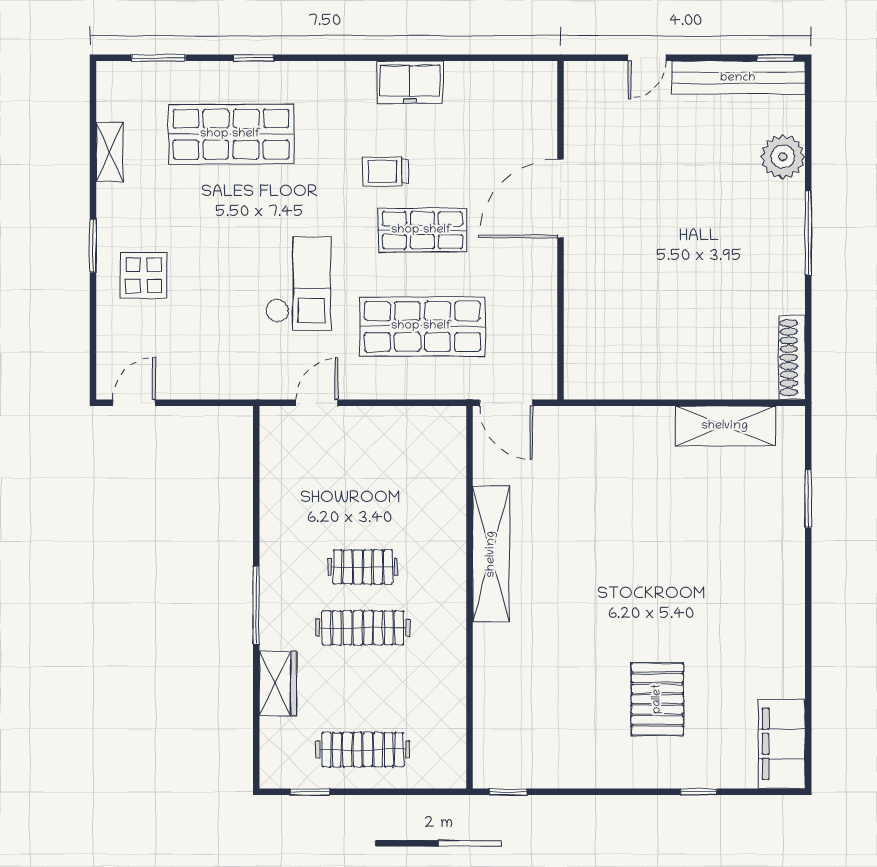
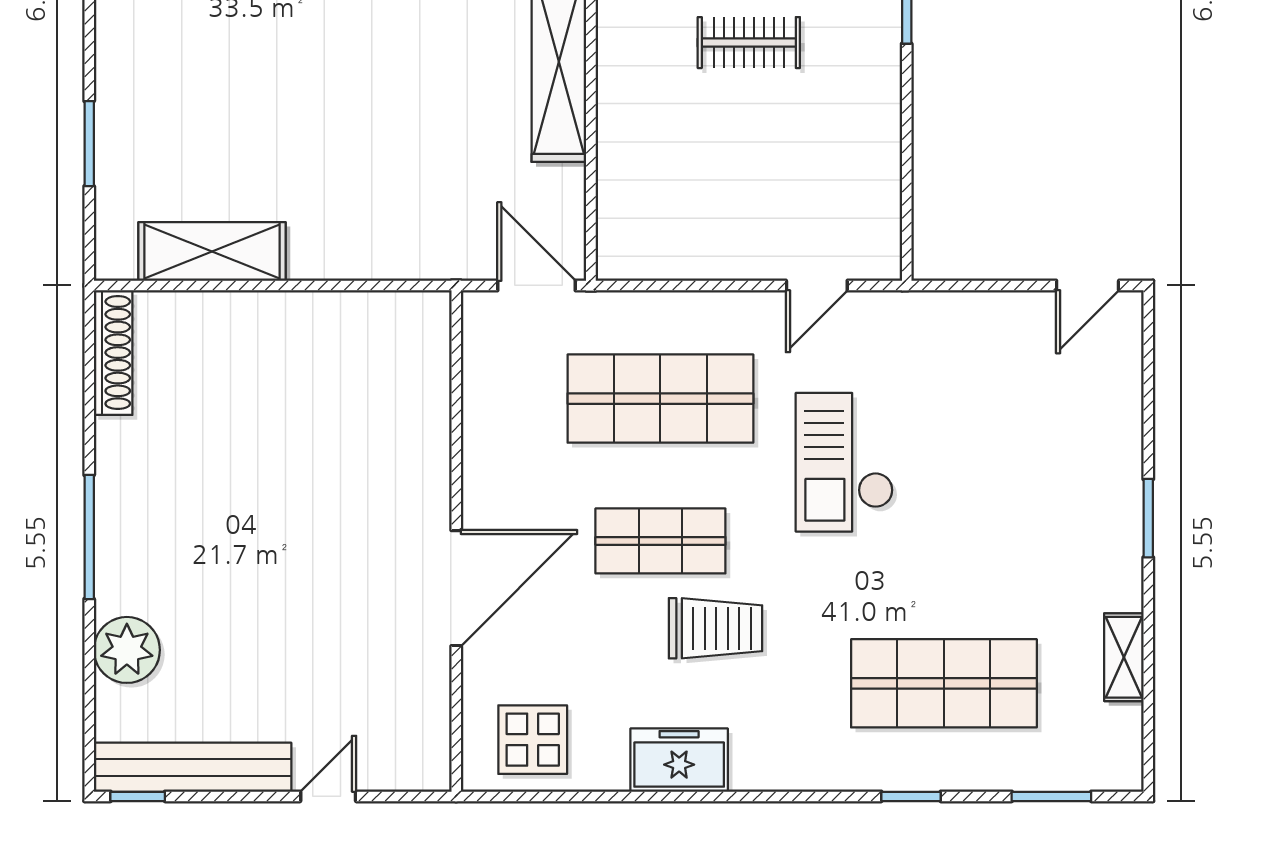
trolley: (385, 171) -> (716, 628), width x1.36, depth x1.39
display table: (144, 276) -> (533, 740), moved

